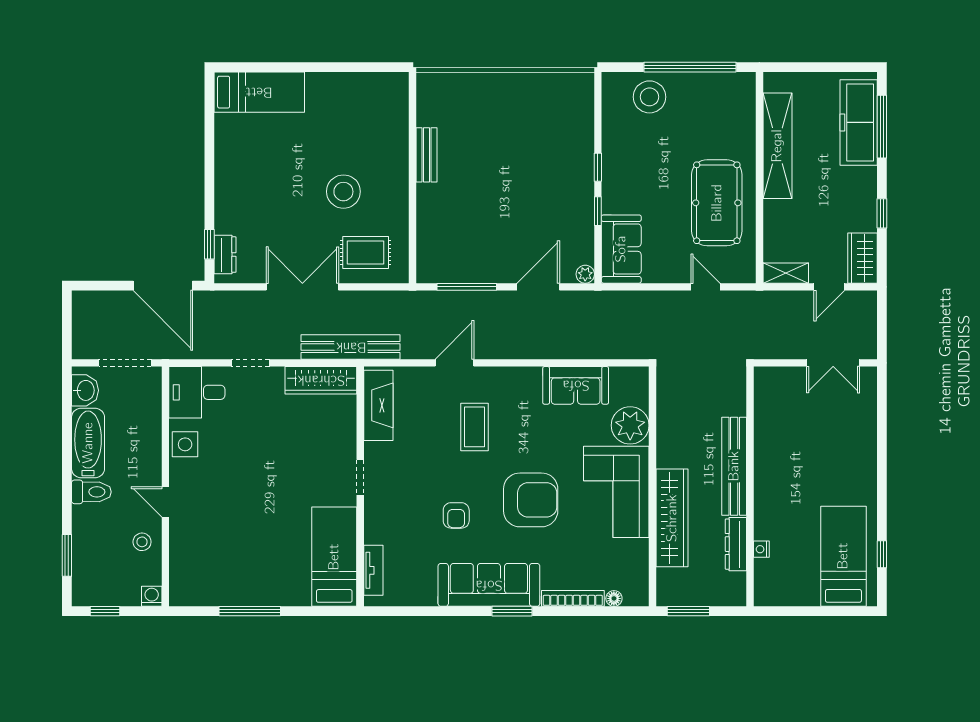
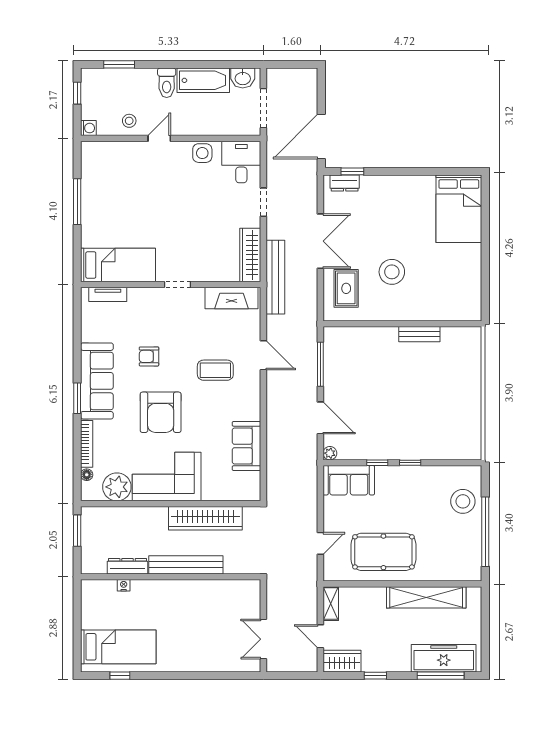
bed: (259, 92) -> (459, 209), width x1.50
plant: (630, 425) -> (117, 487), moved
wardrobe: (672, 518) -> (205, 518), moved

